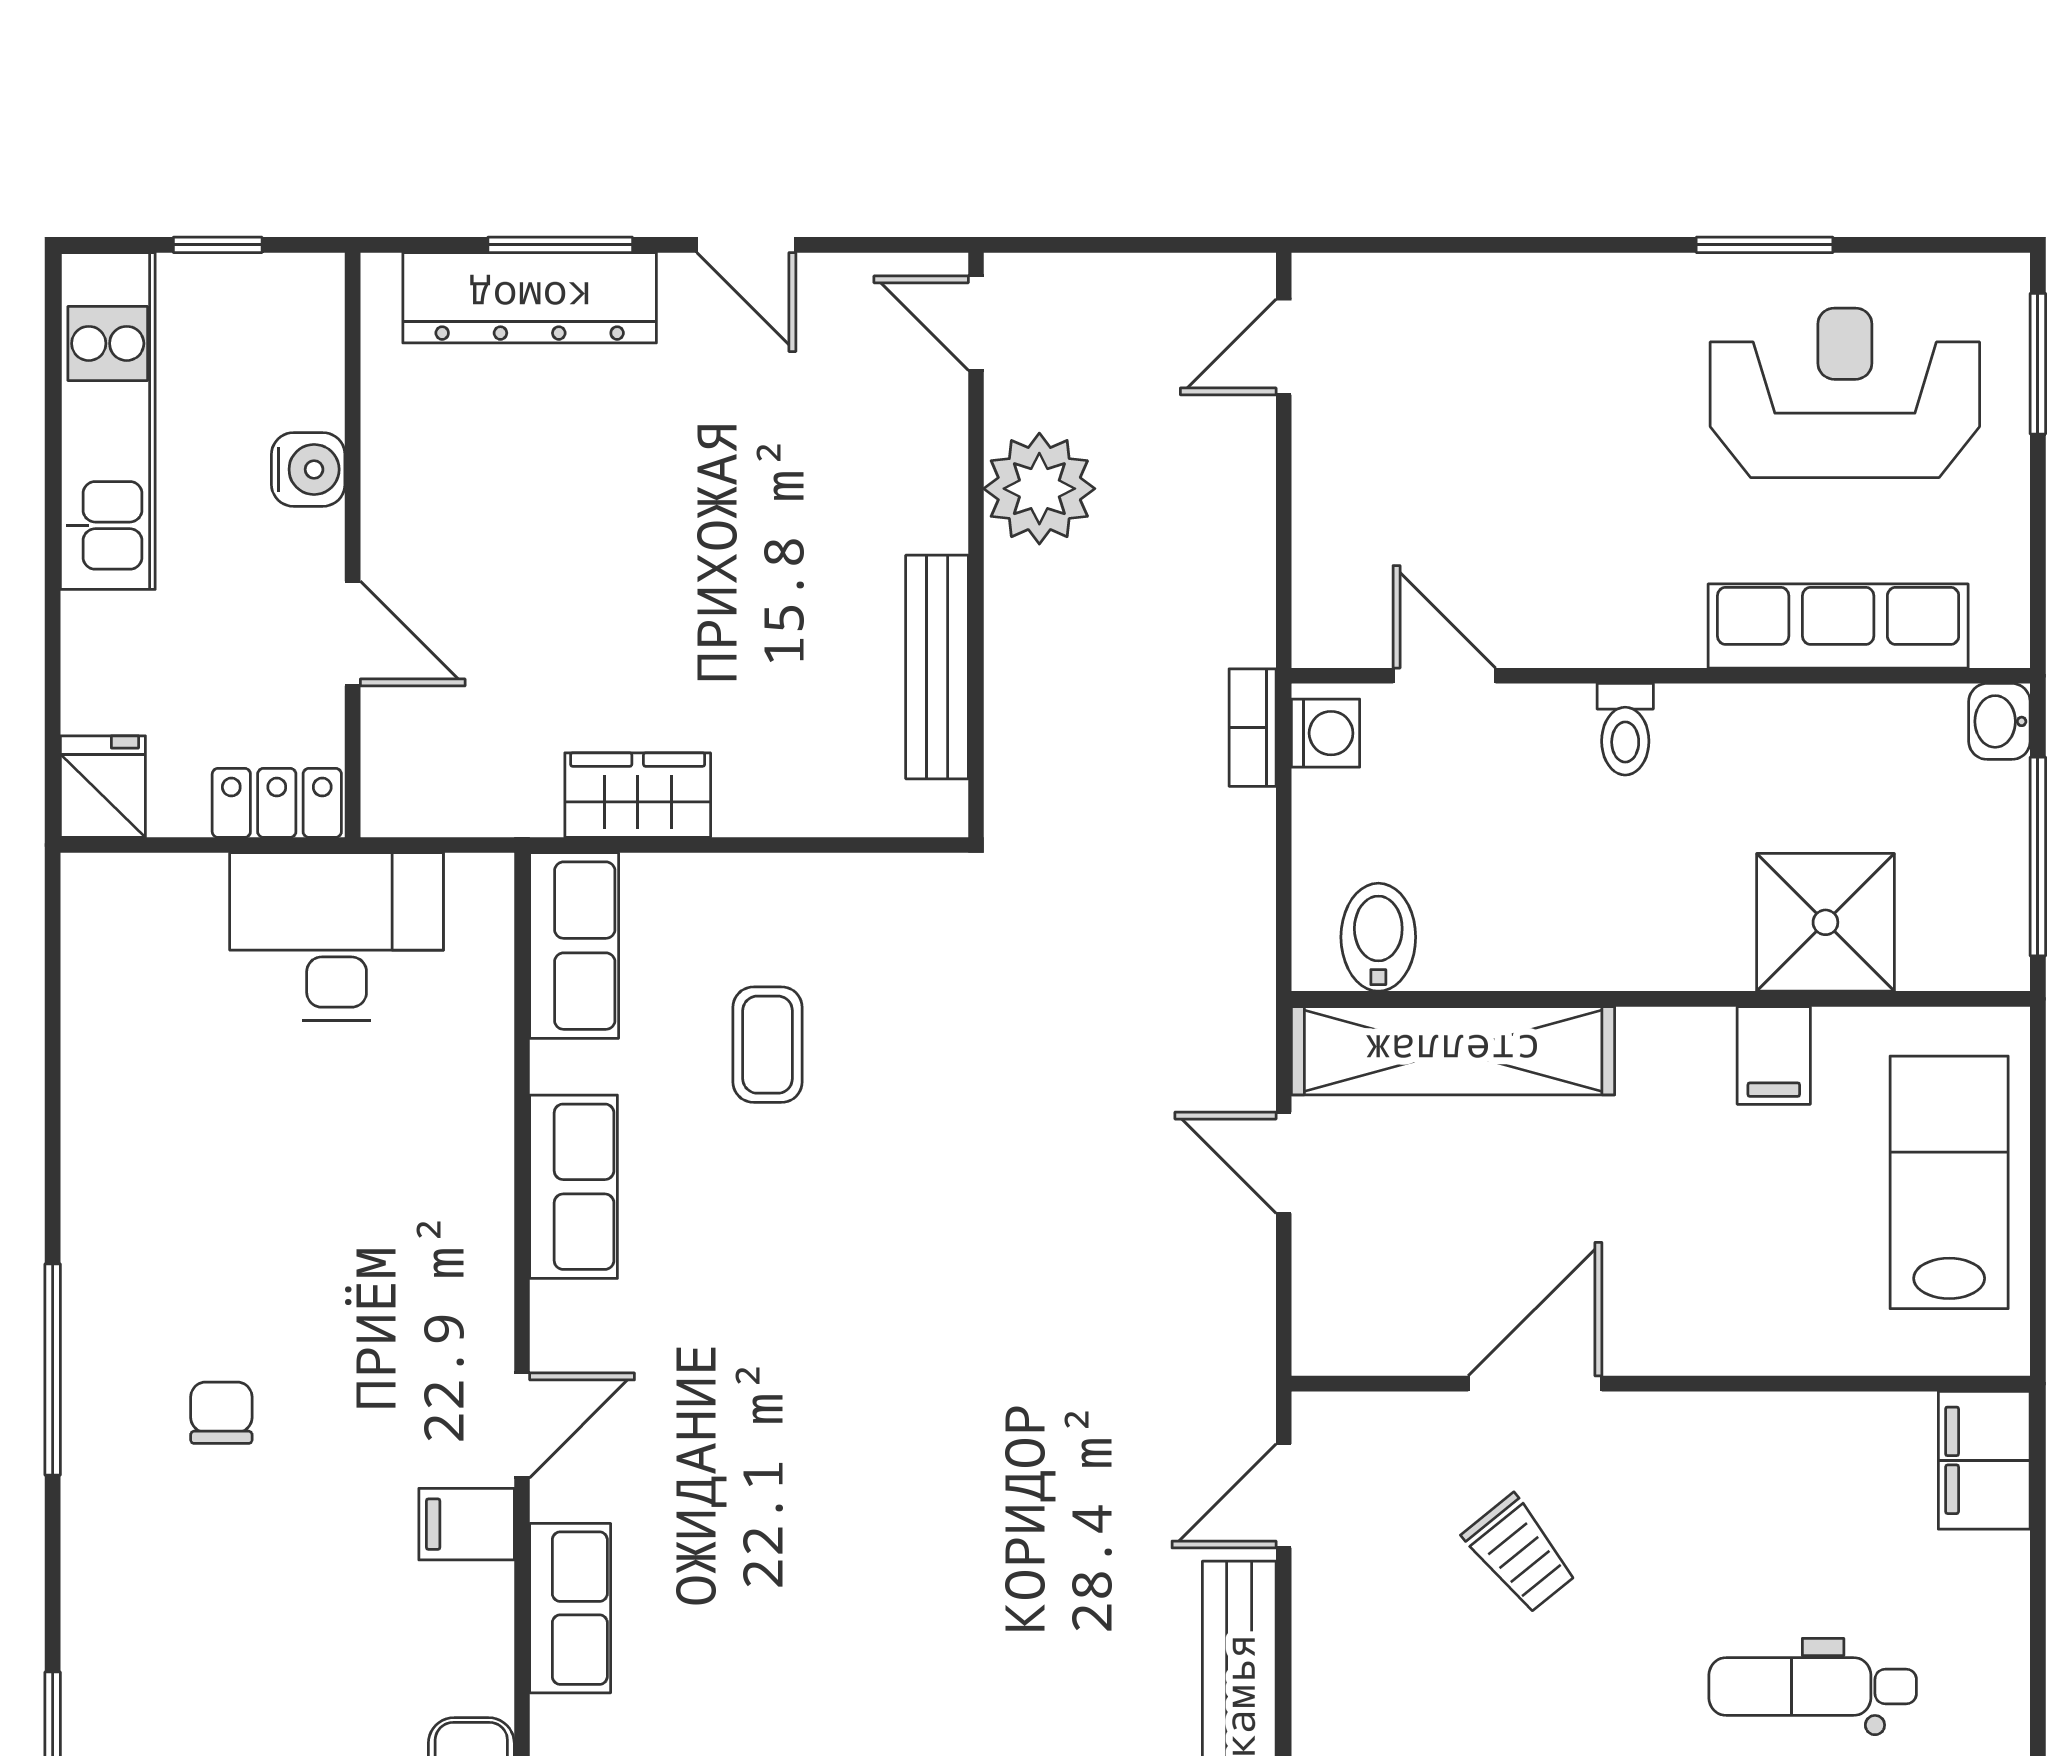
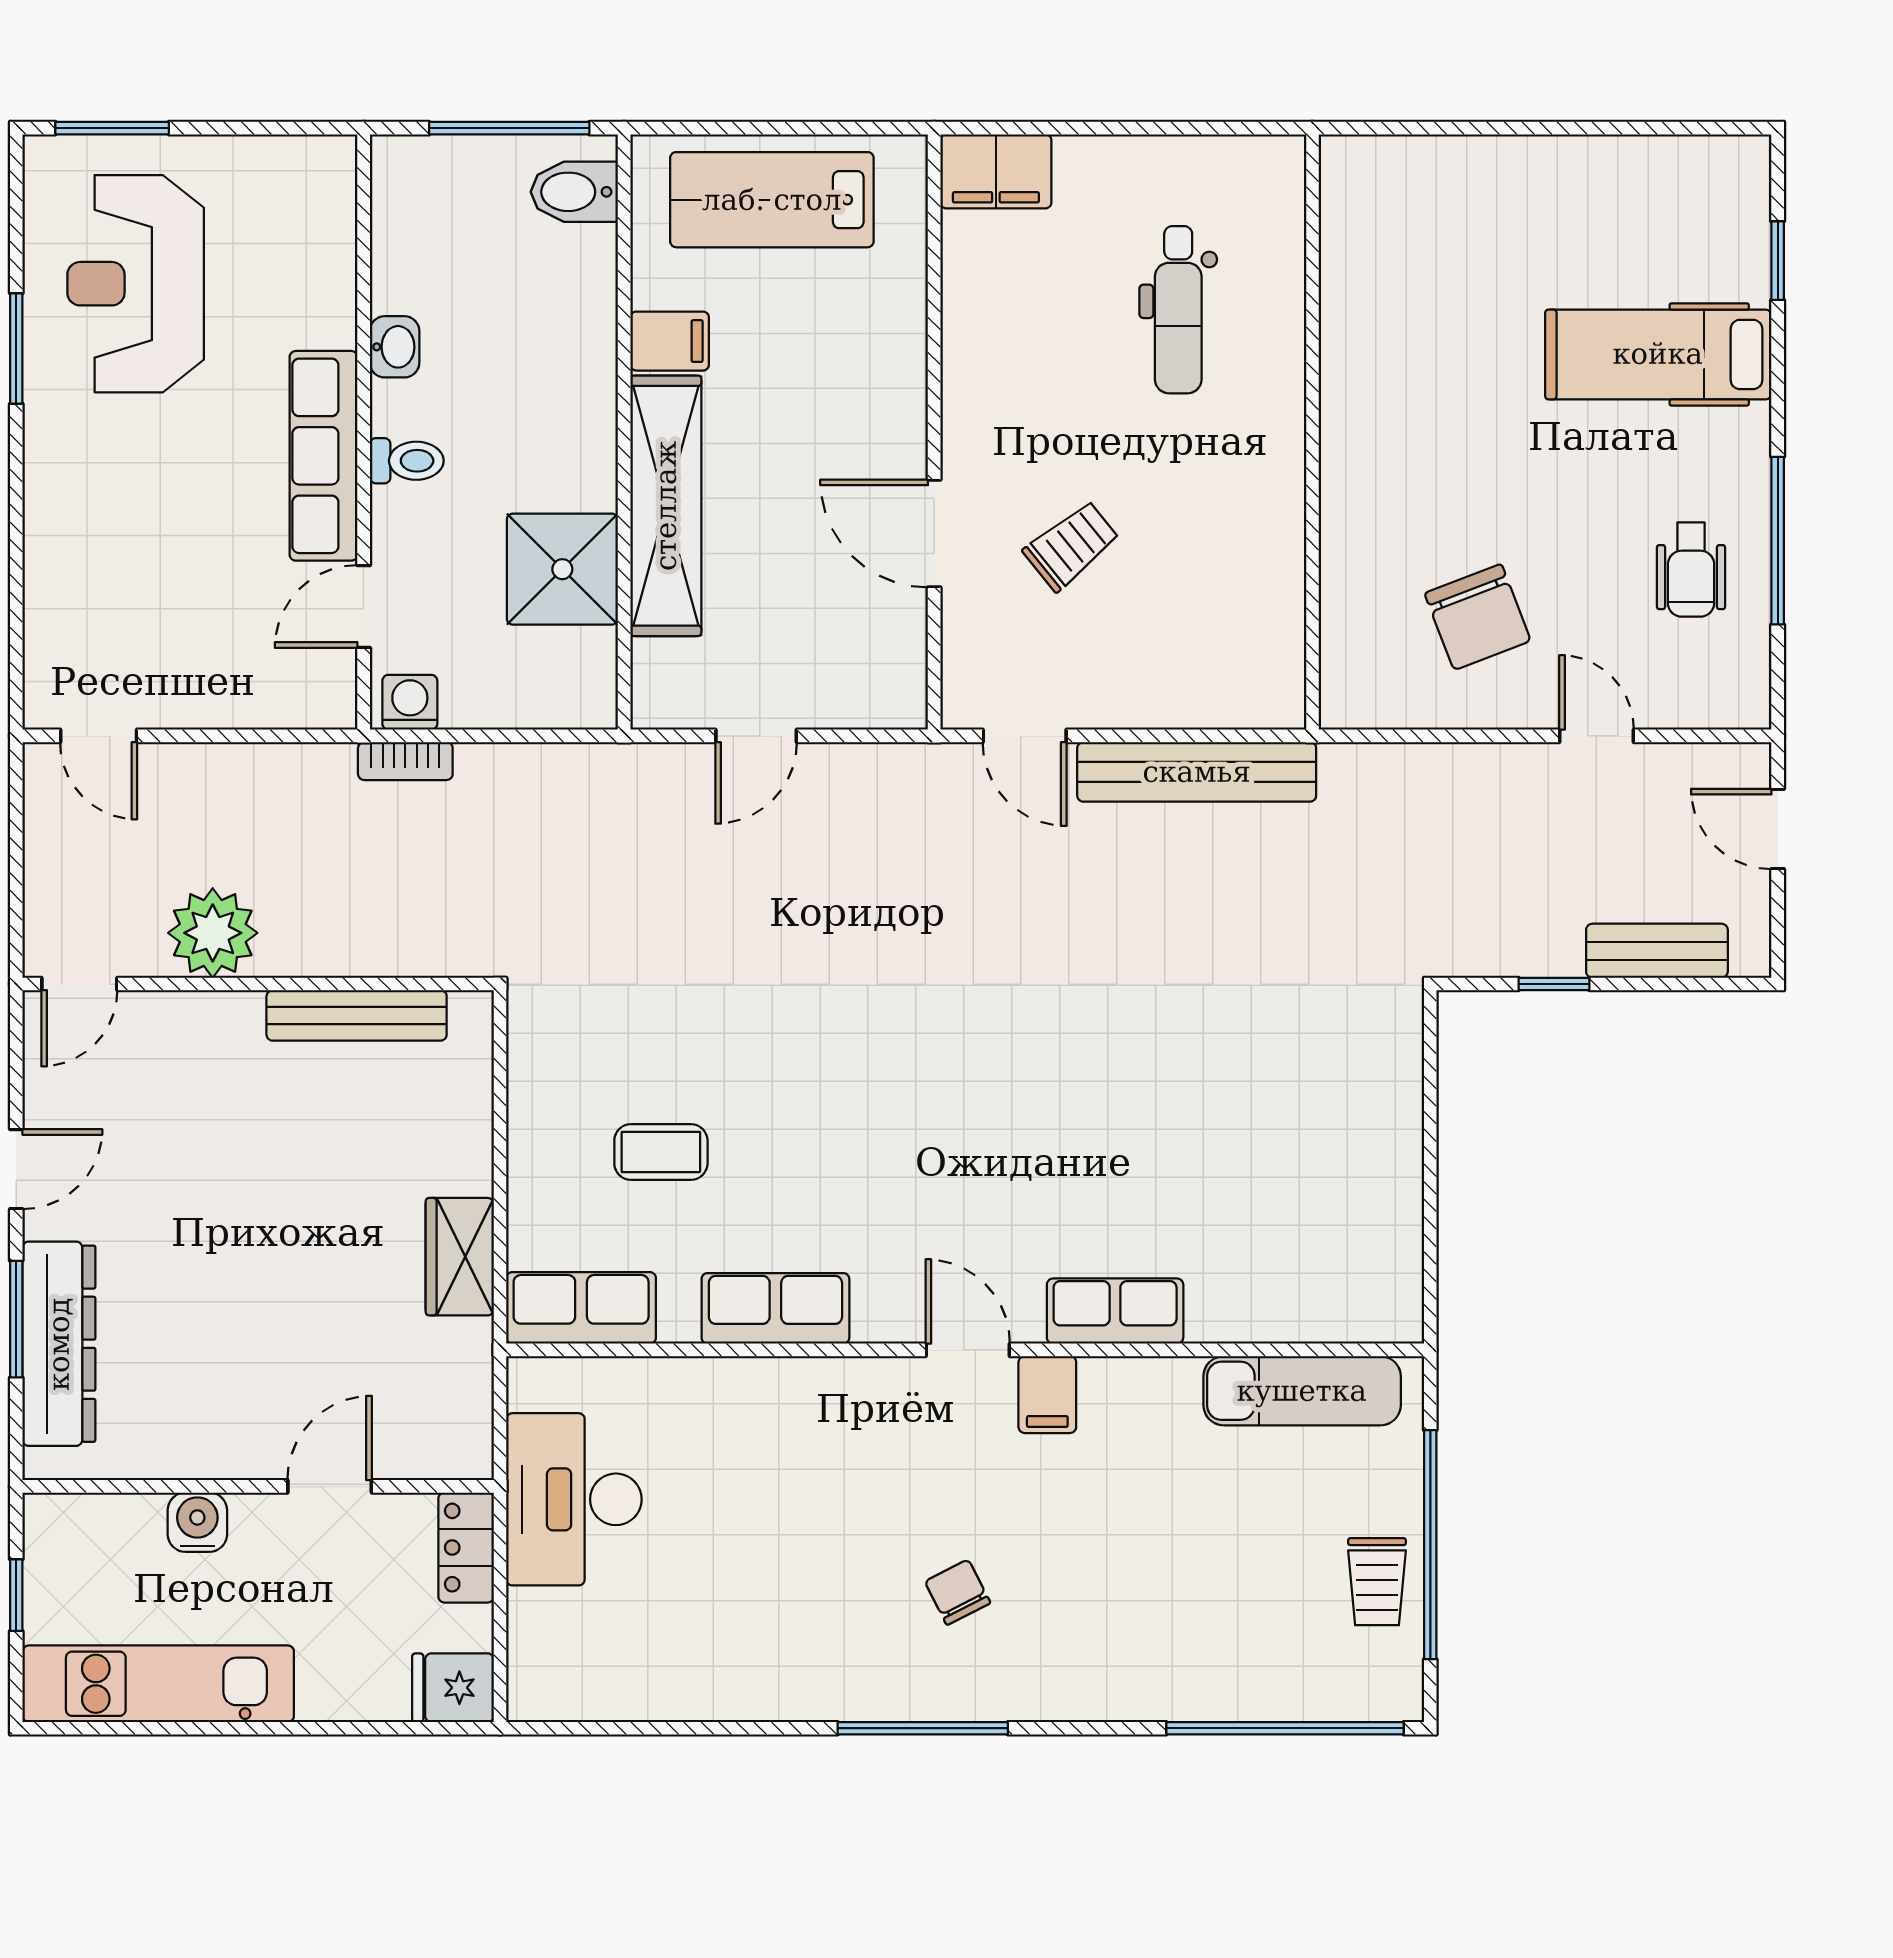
row of seats: (1838, 626) -> (323, 456), moved
washbasin: (1999, 721) -> (395, 347), moved, turned -90
shower: (1825, 922) -> (562, 569), moved
bidet: (1378, 937) -> (574, 192), moved
shelving: (1453, 1051) -> (666, 506), moved
chair: (221, 1413) -> (958, 1592), turned 63

